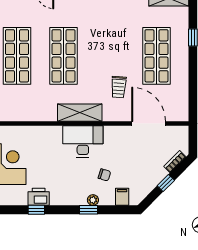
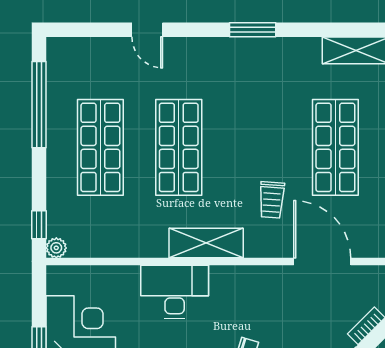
desk: (83, 141) -> (175, 292), moved

